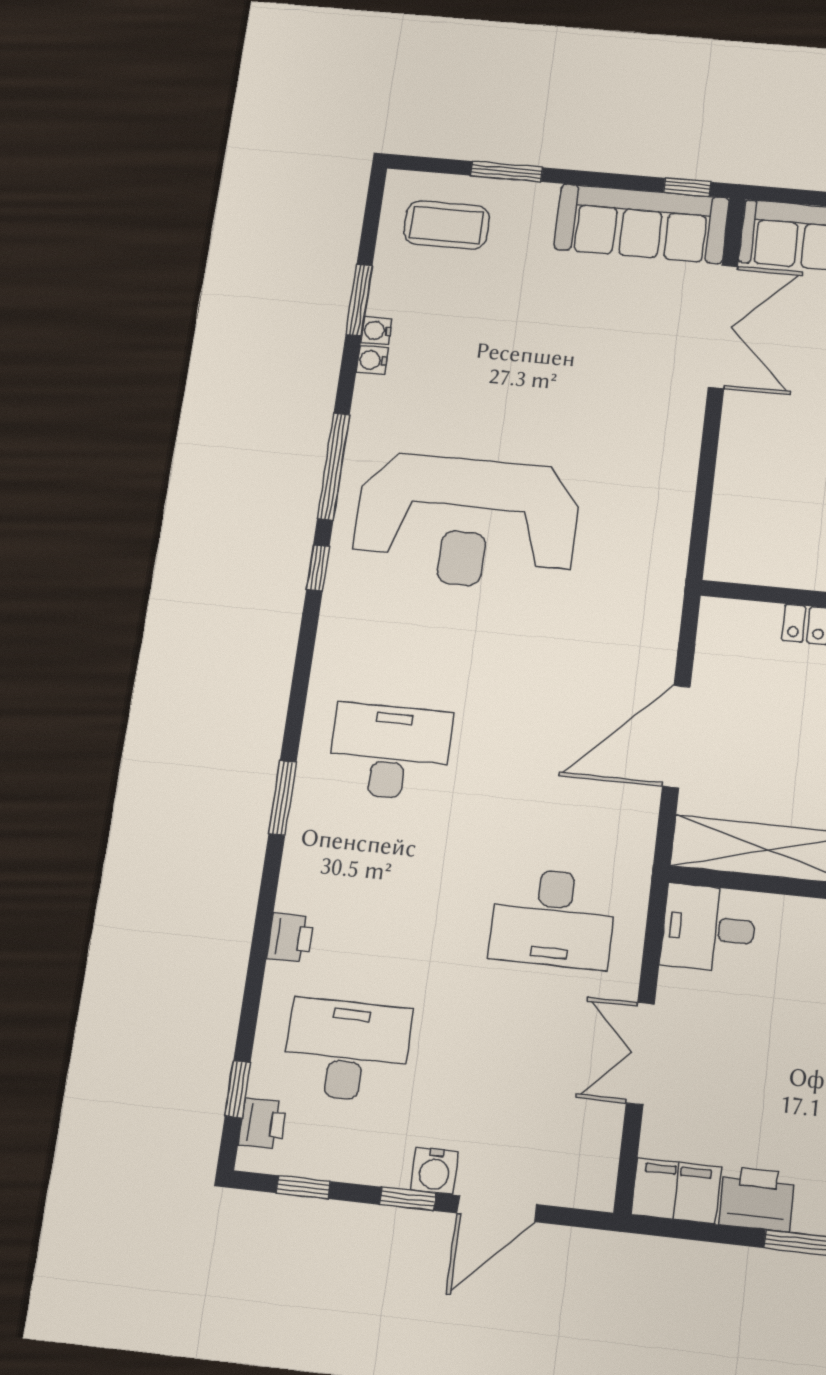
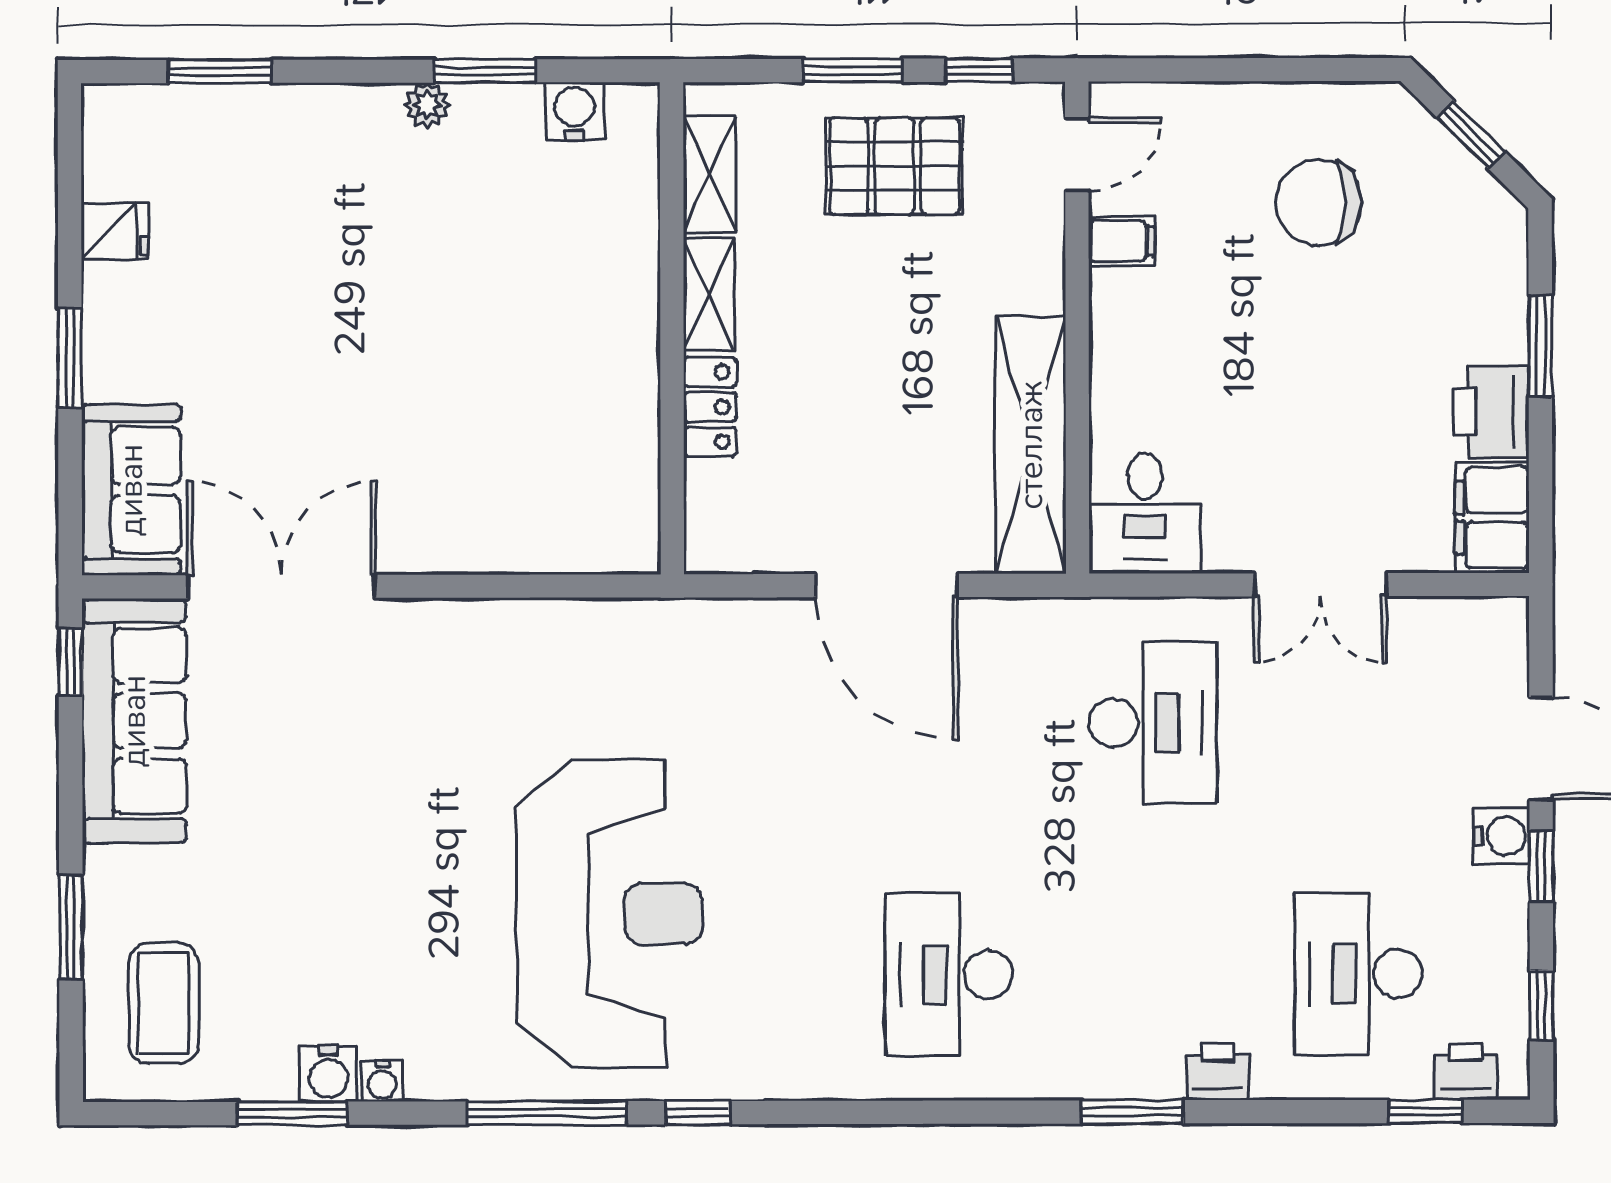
water cooler: (376, 331) -> (329, 1074), width x1.38, depth x1.38
window: (283, 798) -> (1132, 1112), moved

